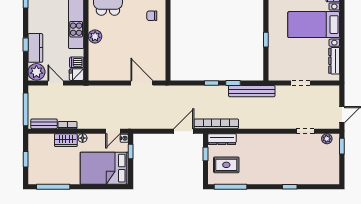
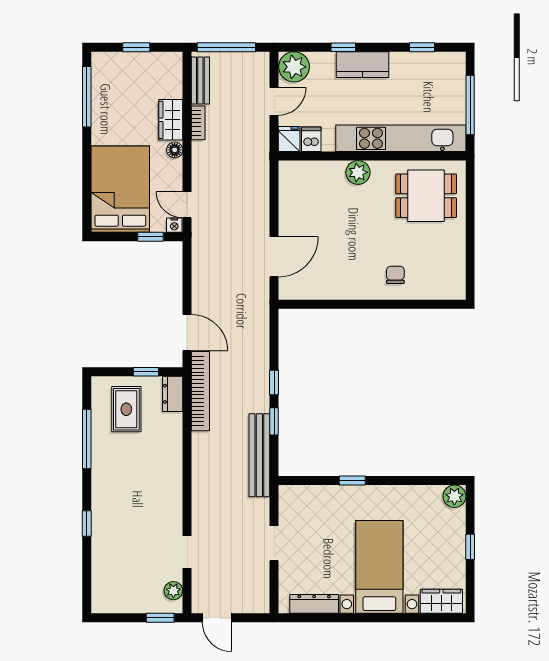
kitchen counter: (35, 48) -> (363, 65), moved
dresser: (222, 139) -> (173, 394), width x0.70
window: (231, 187) -> (87, 439), moved

